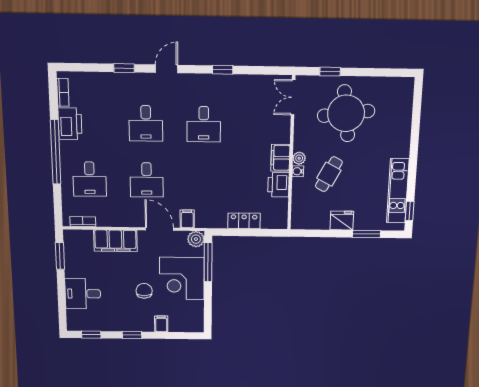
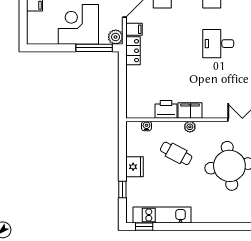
water cooler: (298, 171) -> (146, 126), moved
locker: (244, 221) -> (133, 51), moved
window: (367, 234) -> (122, 189), width x0.67

